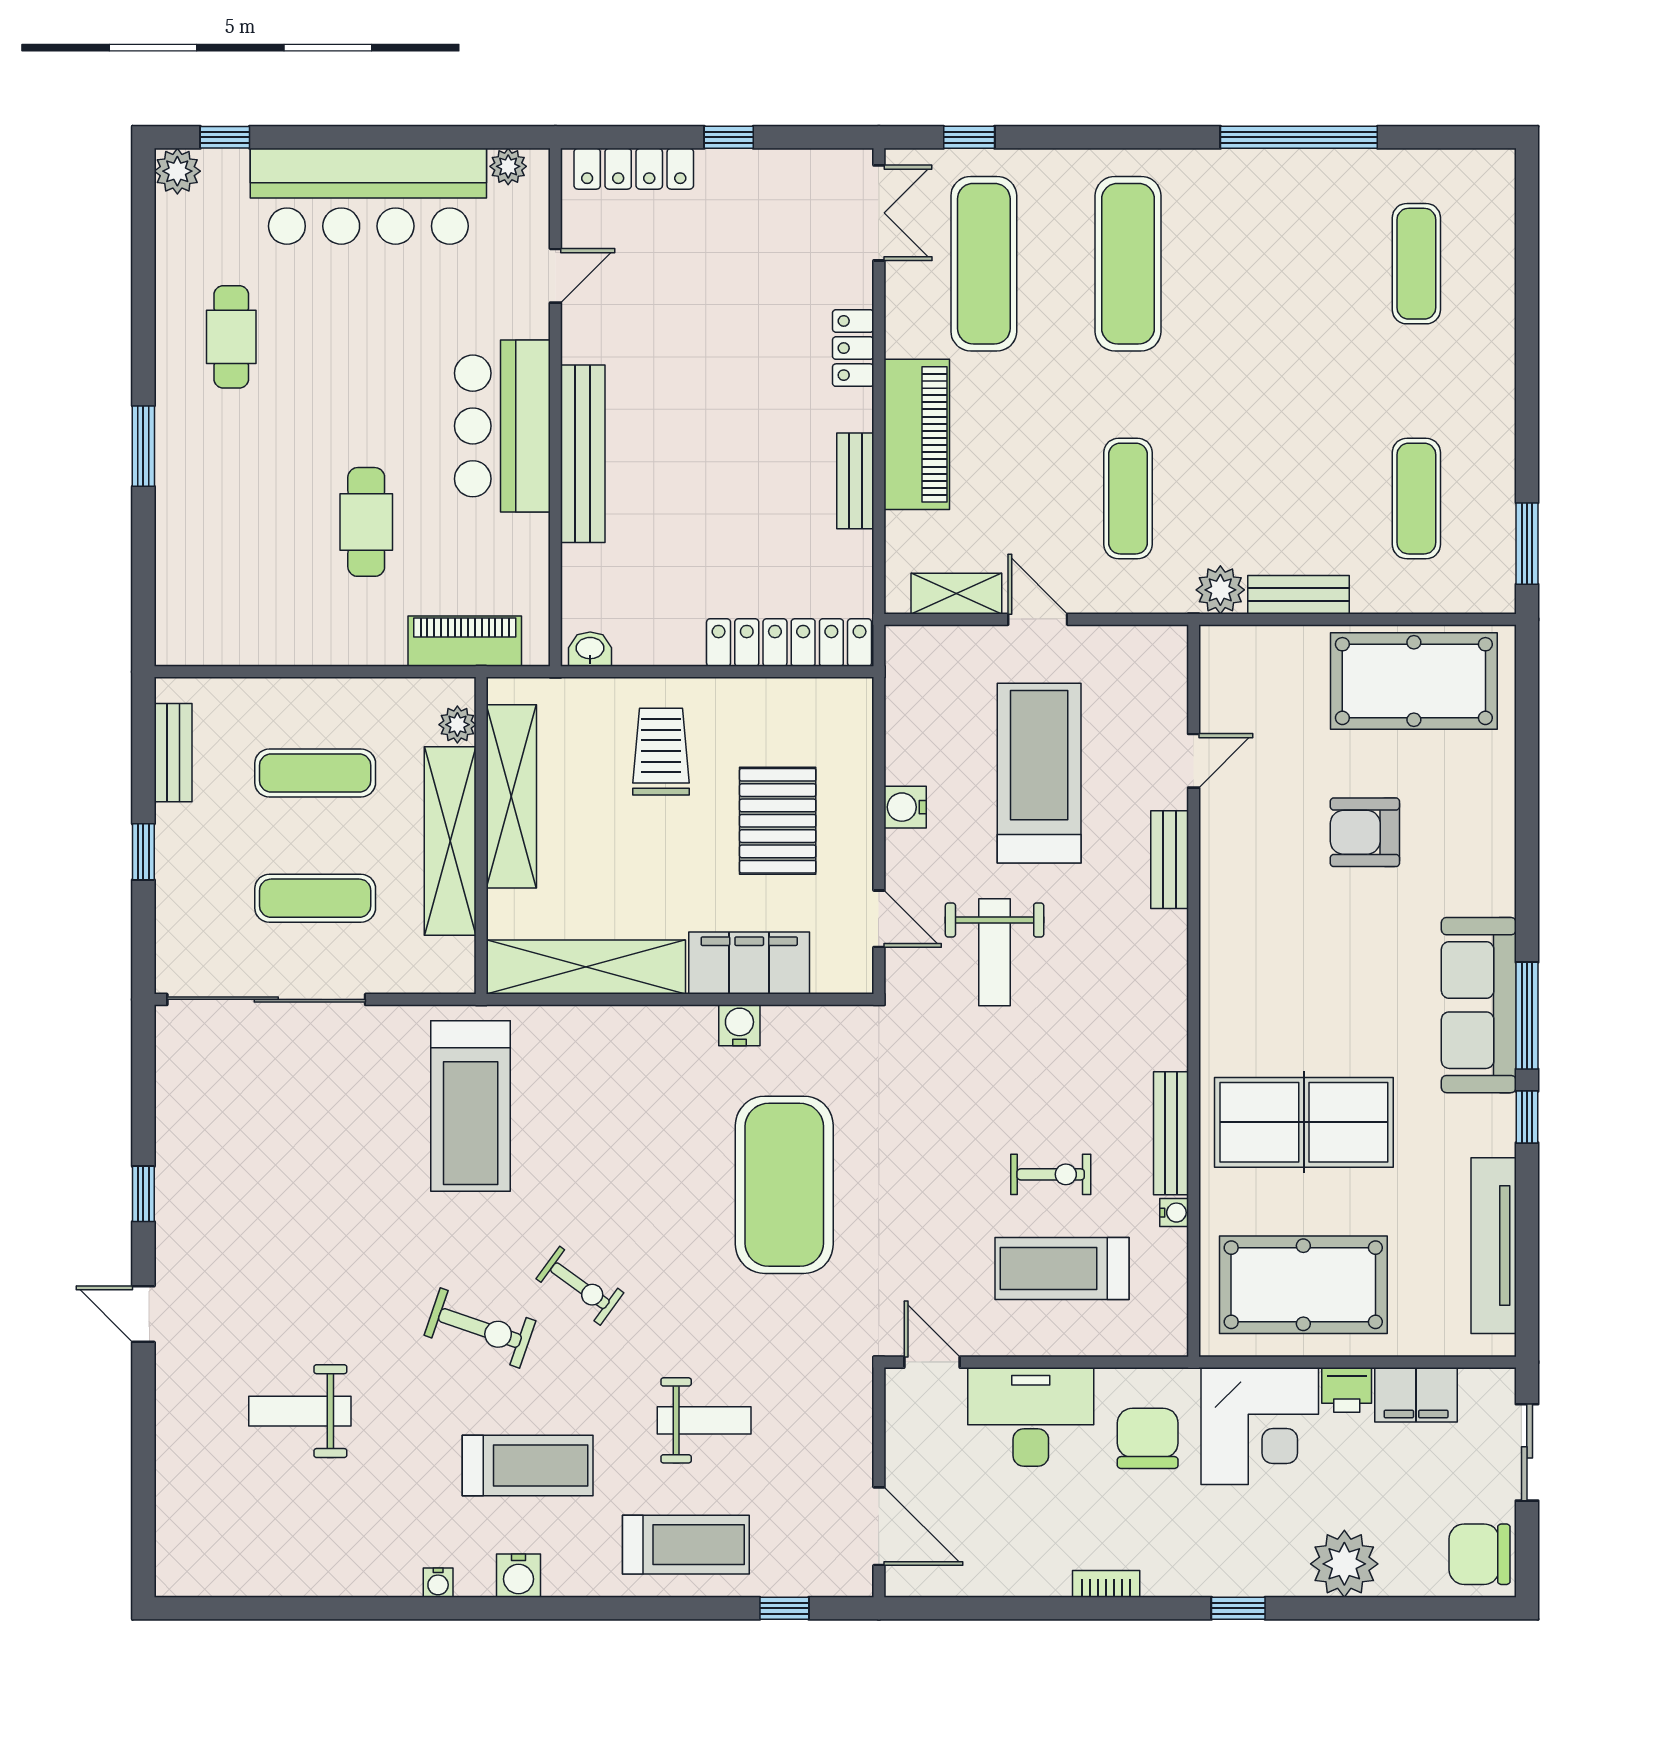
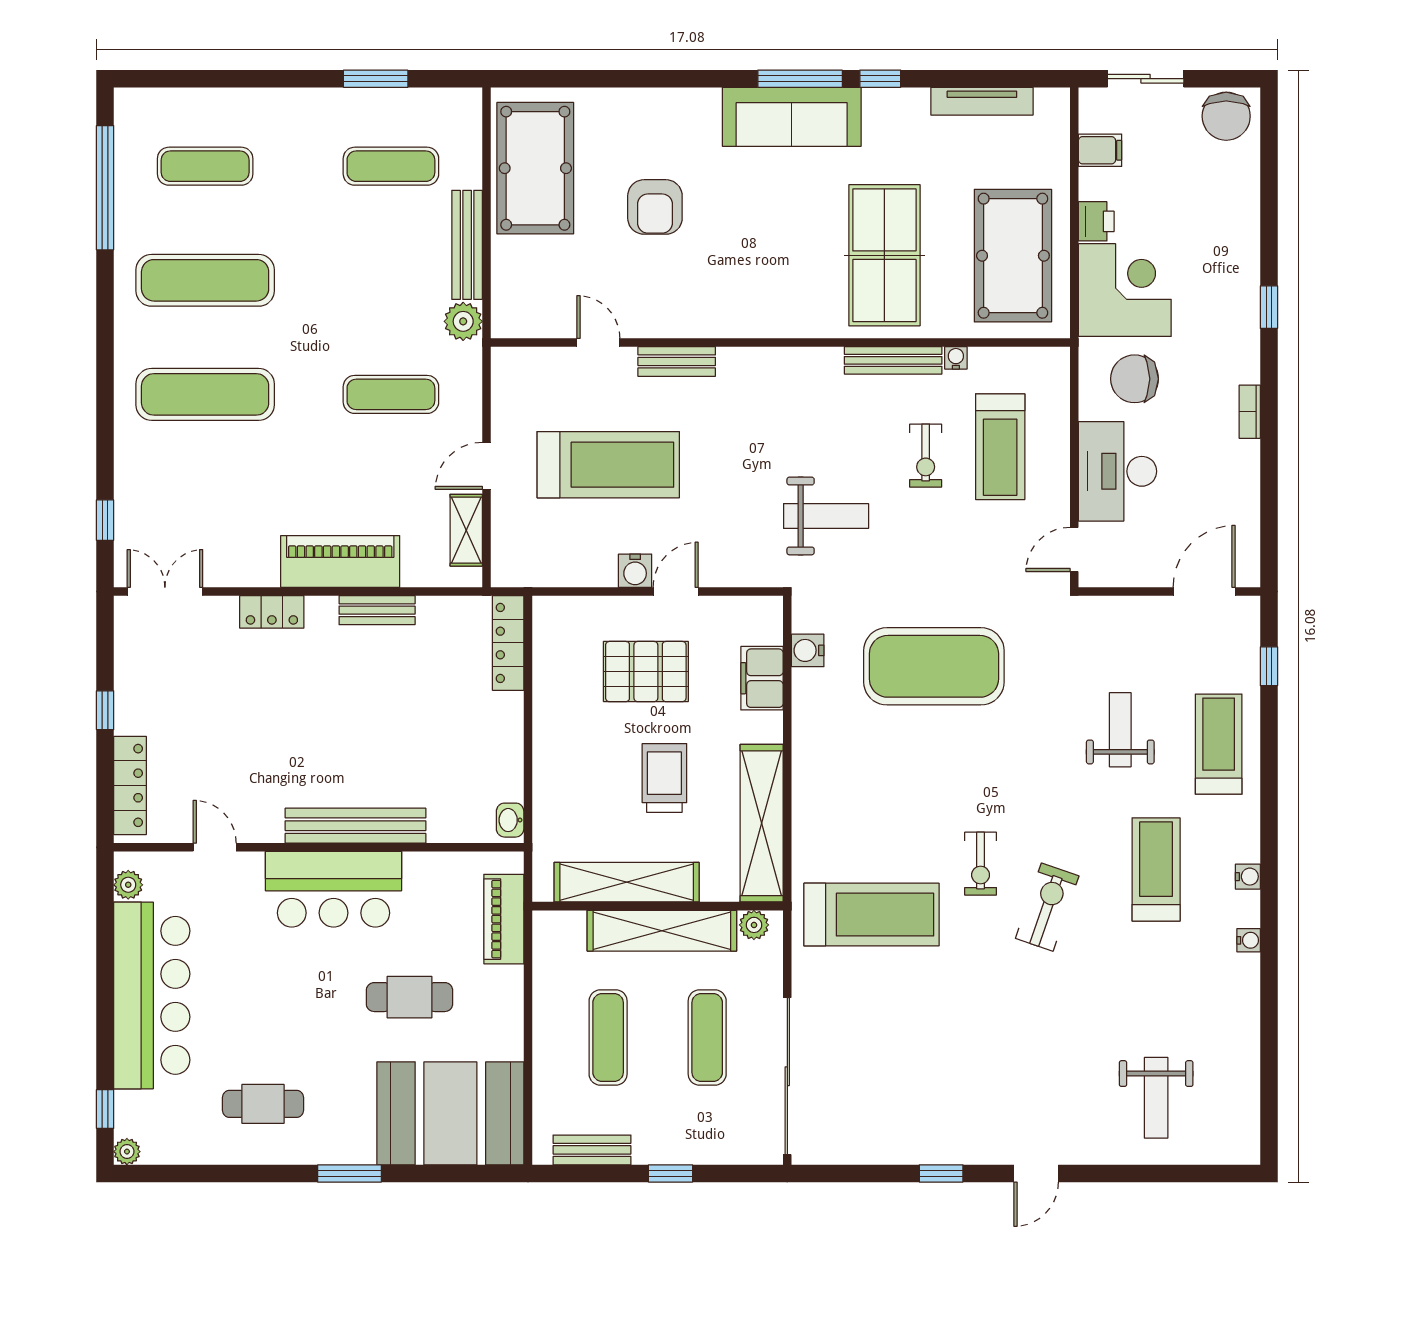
window: (1299, 137) -> (105, 188), moved
plant: (177, 171) -> (127, 1152), width x0.73, depth x0.73
exercise mat: (984, 264) -> (205, 280), moved
window: (1527, 544) -> (376, 79), moved
booth: (219, 574) -> (450, 1113), added
bench: (1299, 595) -> (467, 245), width x1.36
locker: (789, 643) -> (508, 643), width x0.71, depth x0.83
plant: (457, 725) -> (754, 925), moved
trolley: (661, 752) -> (664, 778), moved, turned 90
treadmill: (1039, 773) -> (608, 465), turned 180
door: (879, 919) -> (676, 591), moved
weight bench: (995, 952) -> (826, 516), moved
filing cabinet: (749, 963) -> (762, 678), width x0.67, depth x0.86
water cooler: (739, 1025) -> (808, 650), moved
exercise bike: (1051, 1174) -> (926, 456), turned 180
tv unit: (1494, 1246) -> (982, 101), width x0.73, depth x0.78
exercise bike: (580, 1286) -> (981, 864), moved, turned 144
filing cabinet: (1416, 1395) -> (1100, 150), width x0.50
weight bench: (300, 1411) -> (1156, 1098), moved
plant: (1344, 1564) -> (1234, 223), removed
water cooler: (519, 1576) -> (1248, 877), width x0.72, depth x0.72

